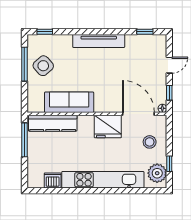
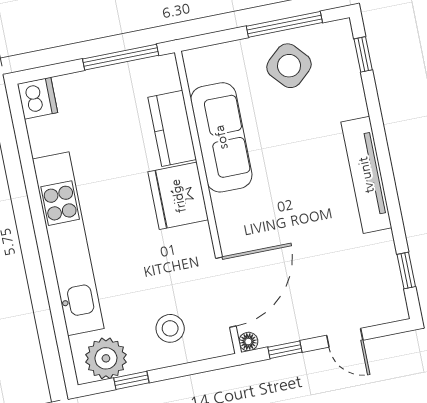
kitchen counter: (53, 123) -> (172, 128), width x0.67
fridge: (108, 127) -> (178, 196), moved
dishwasher: (53, 181) -> (38, 98), moved

